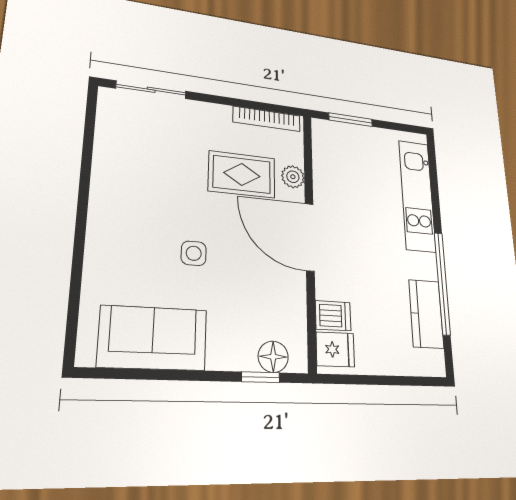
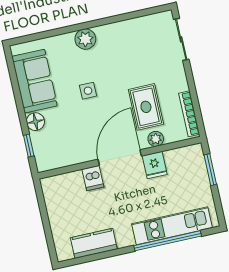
plant: (105, 231) -> (85, 39), added
window: (442, 283) -> (168, 241), moved
dishwasher: (333, 316) -> (93, 178), moved
fridge: (335, 349) -> (155, 165), moved
floor lamp: (273, 357) -> (35, 122), moved

